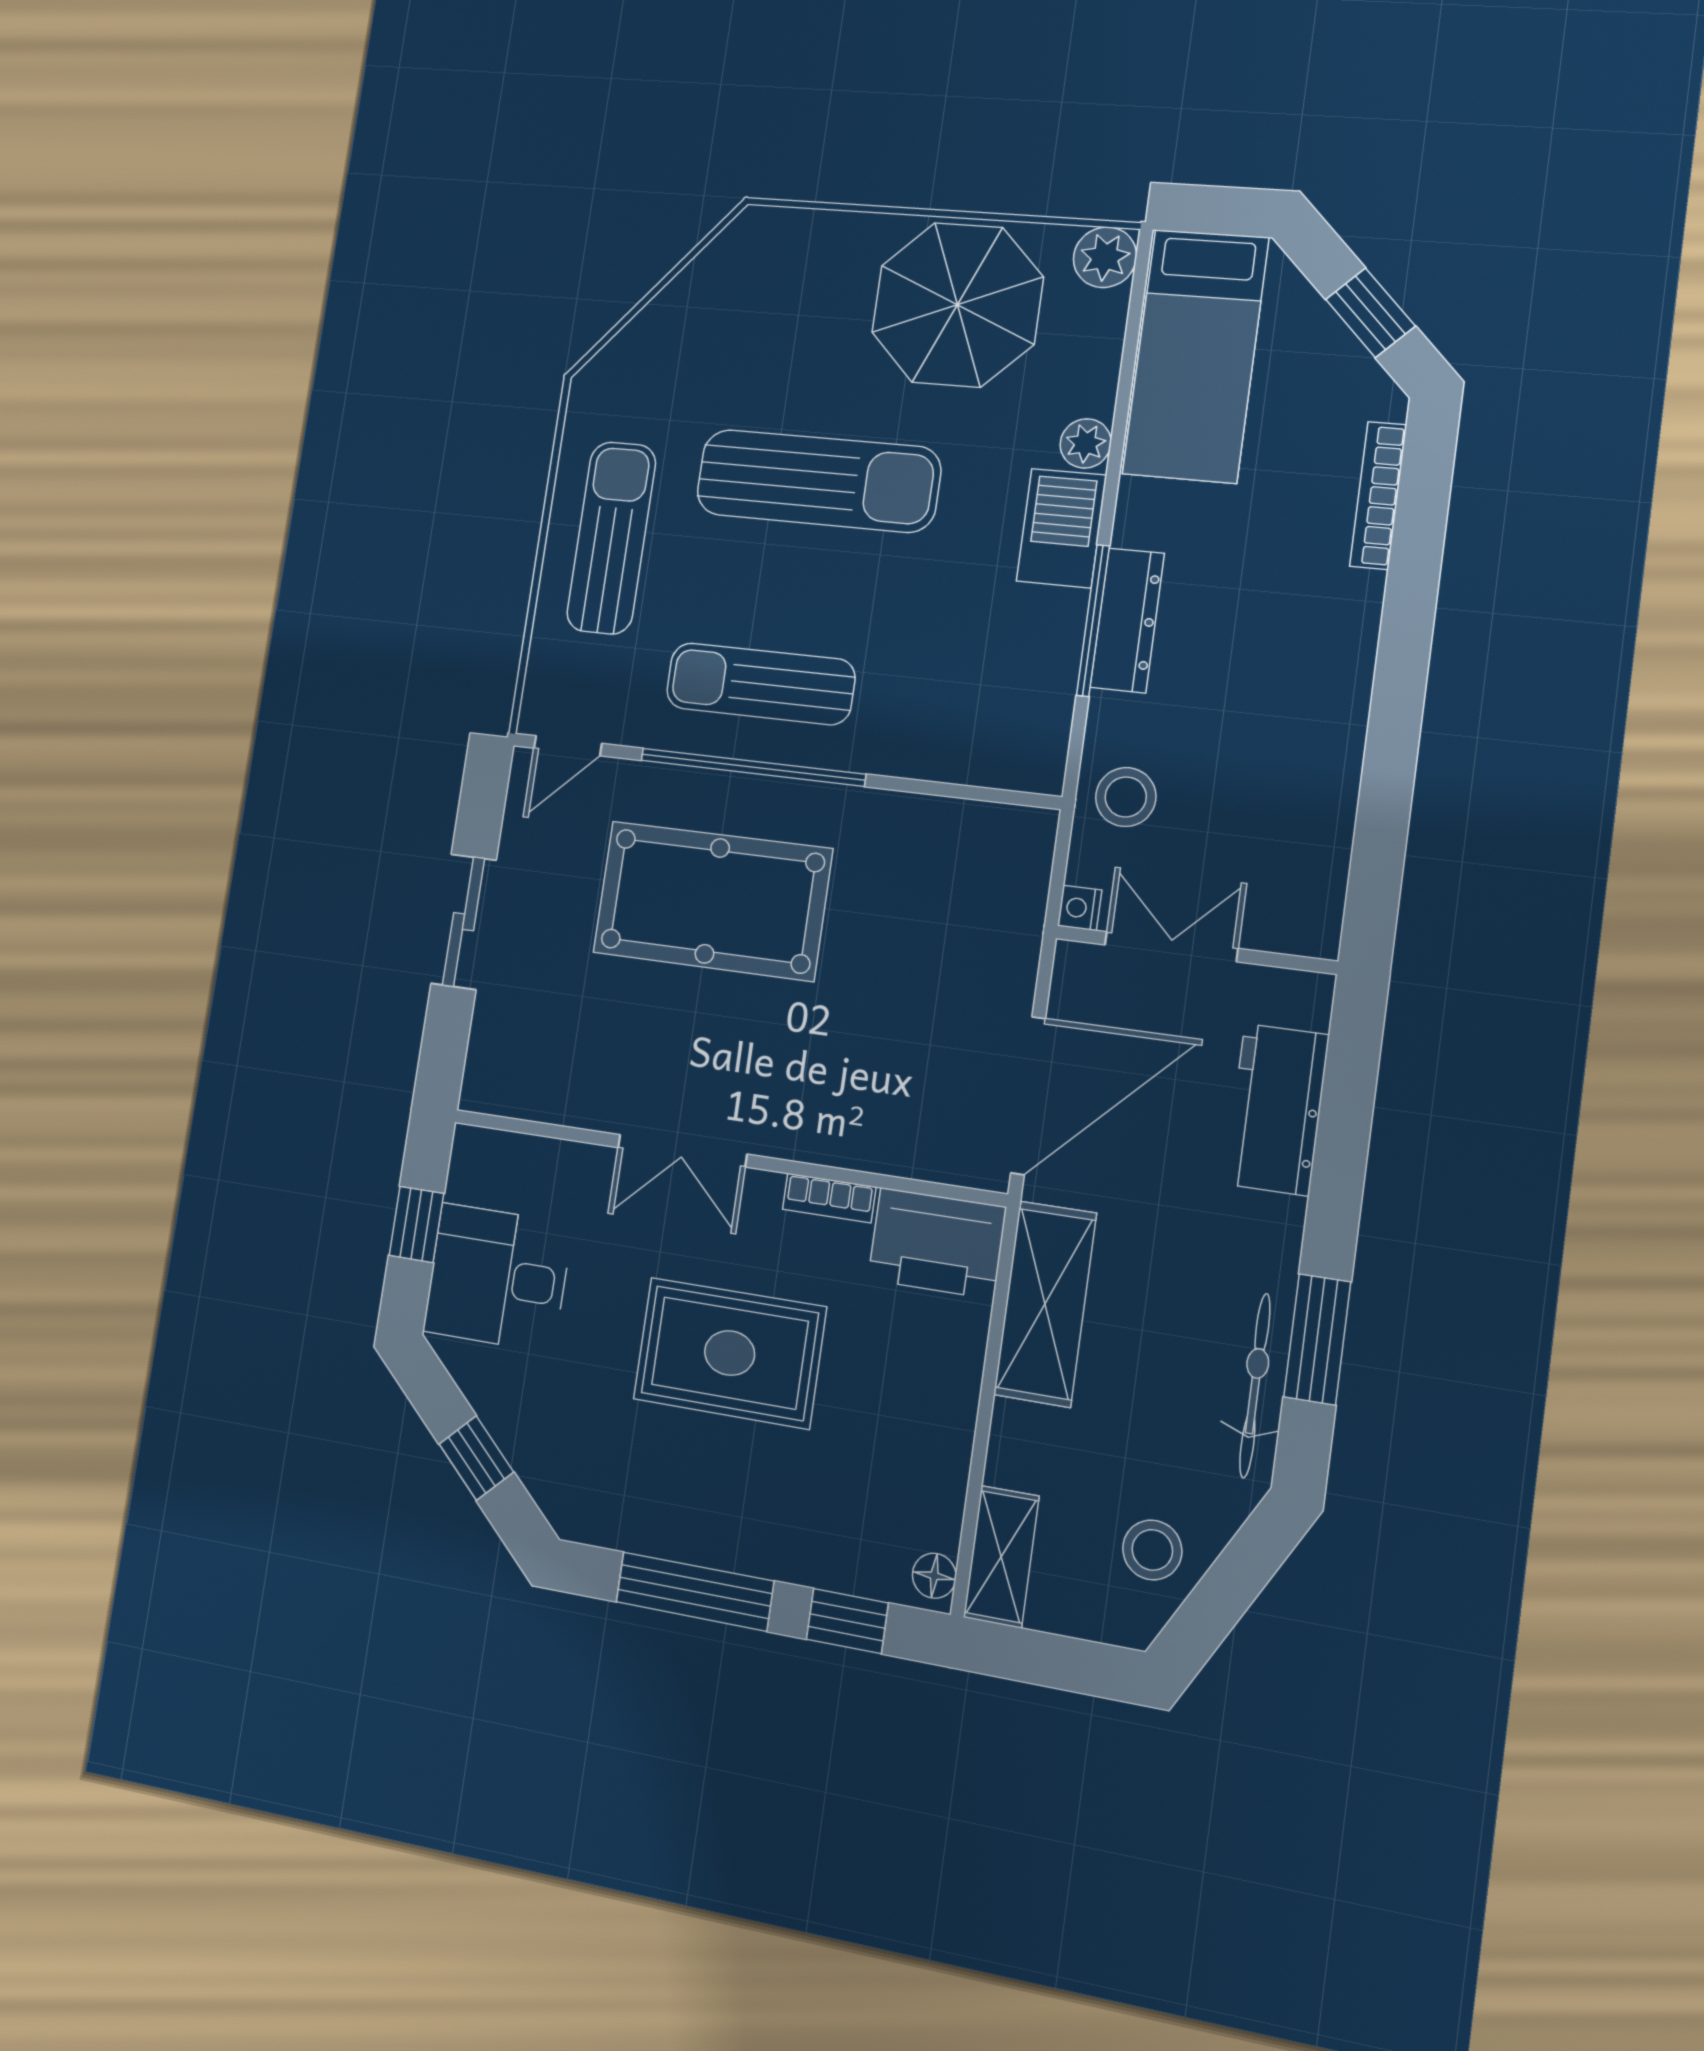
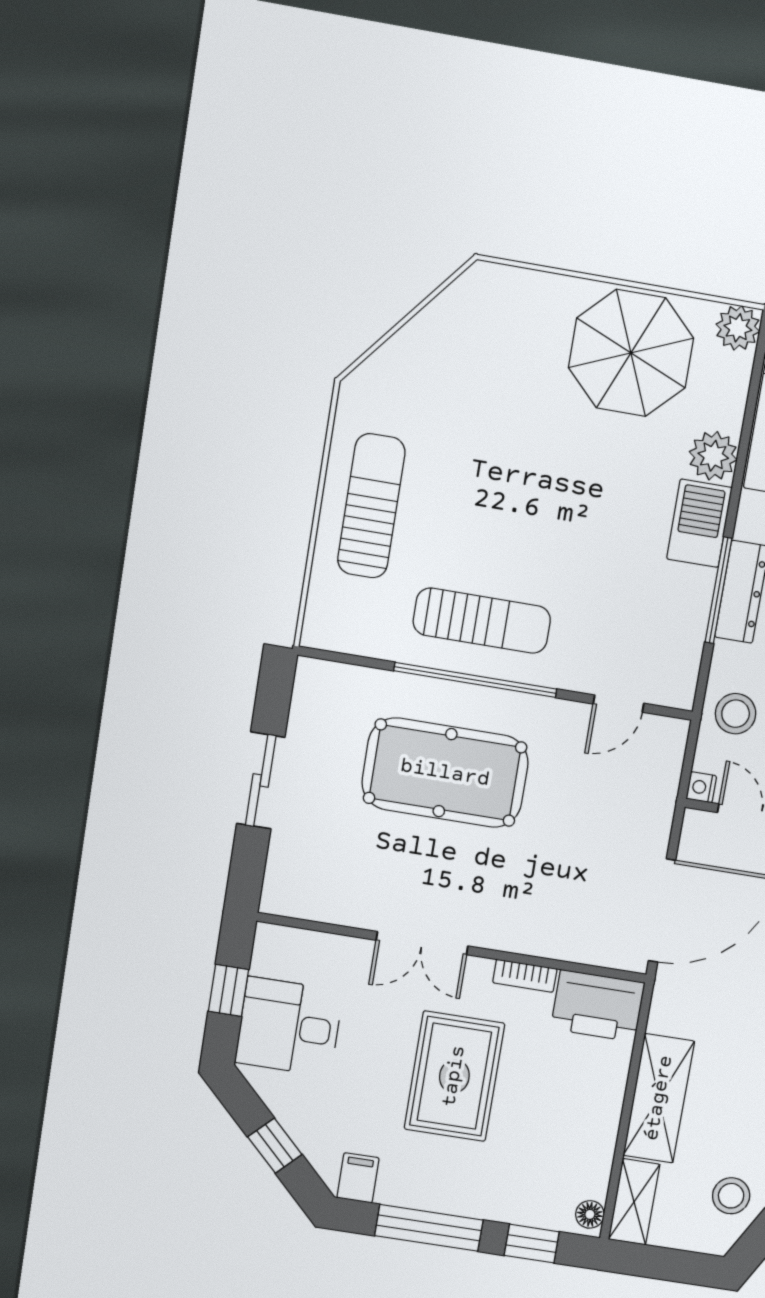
plant: (1086, 443) -> (713, 456), width x1.38, depth x1.38
sun lounger: (818, 481) -> (526, 475), removed
sun lounger: (760, 684) -> (482, 621), turned 180
door: (568, 746) -> (619, 704), moved
shelving: (1045, 1304) -> (659, 1098), moved
rug: (730, 1353) -> (454, 1076), turned 90
filing cabinet: (593, 1510) -> (358, 1178), added

